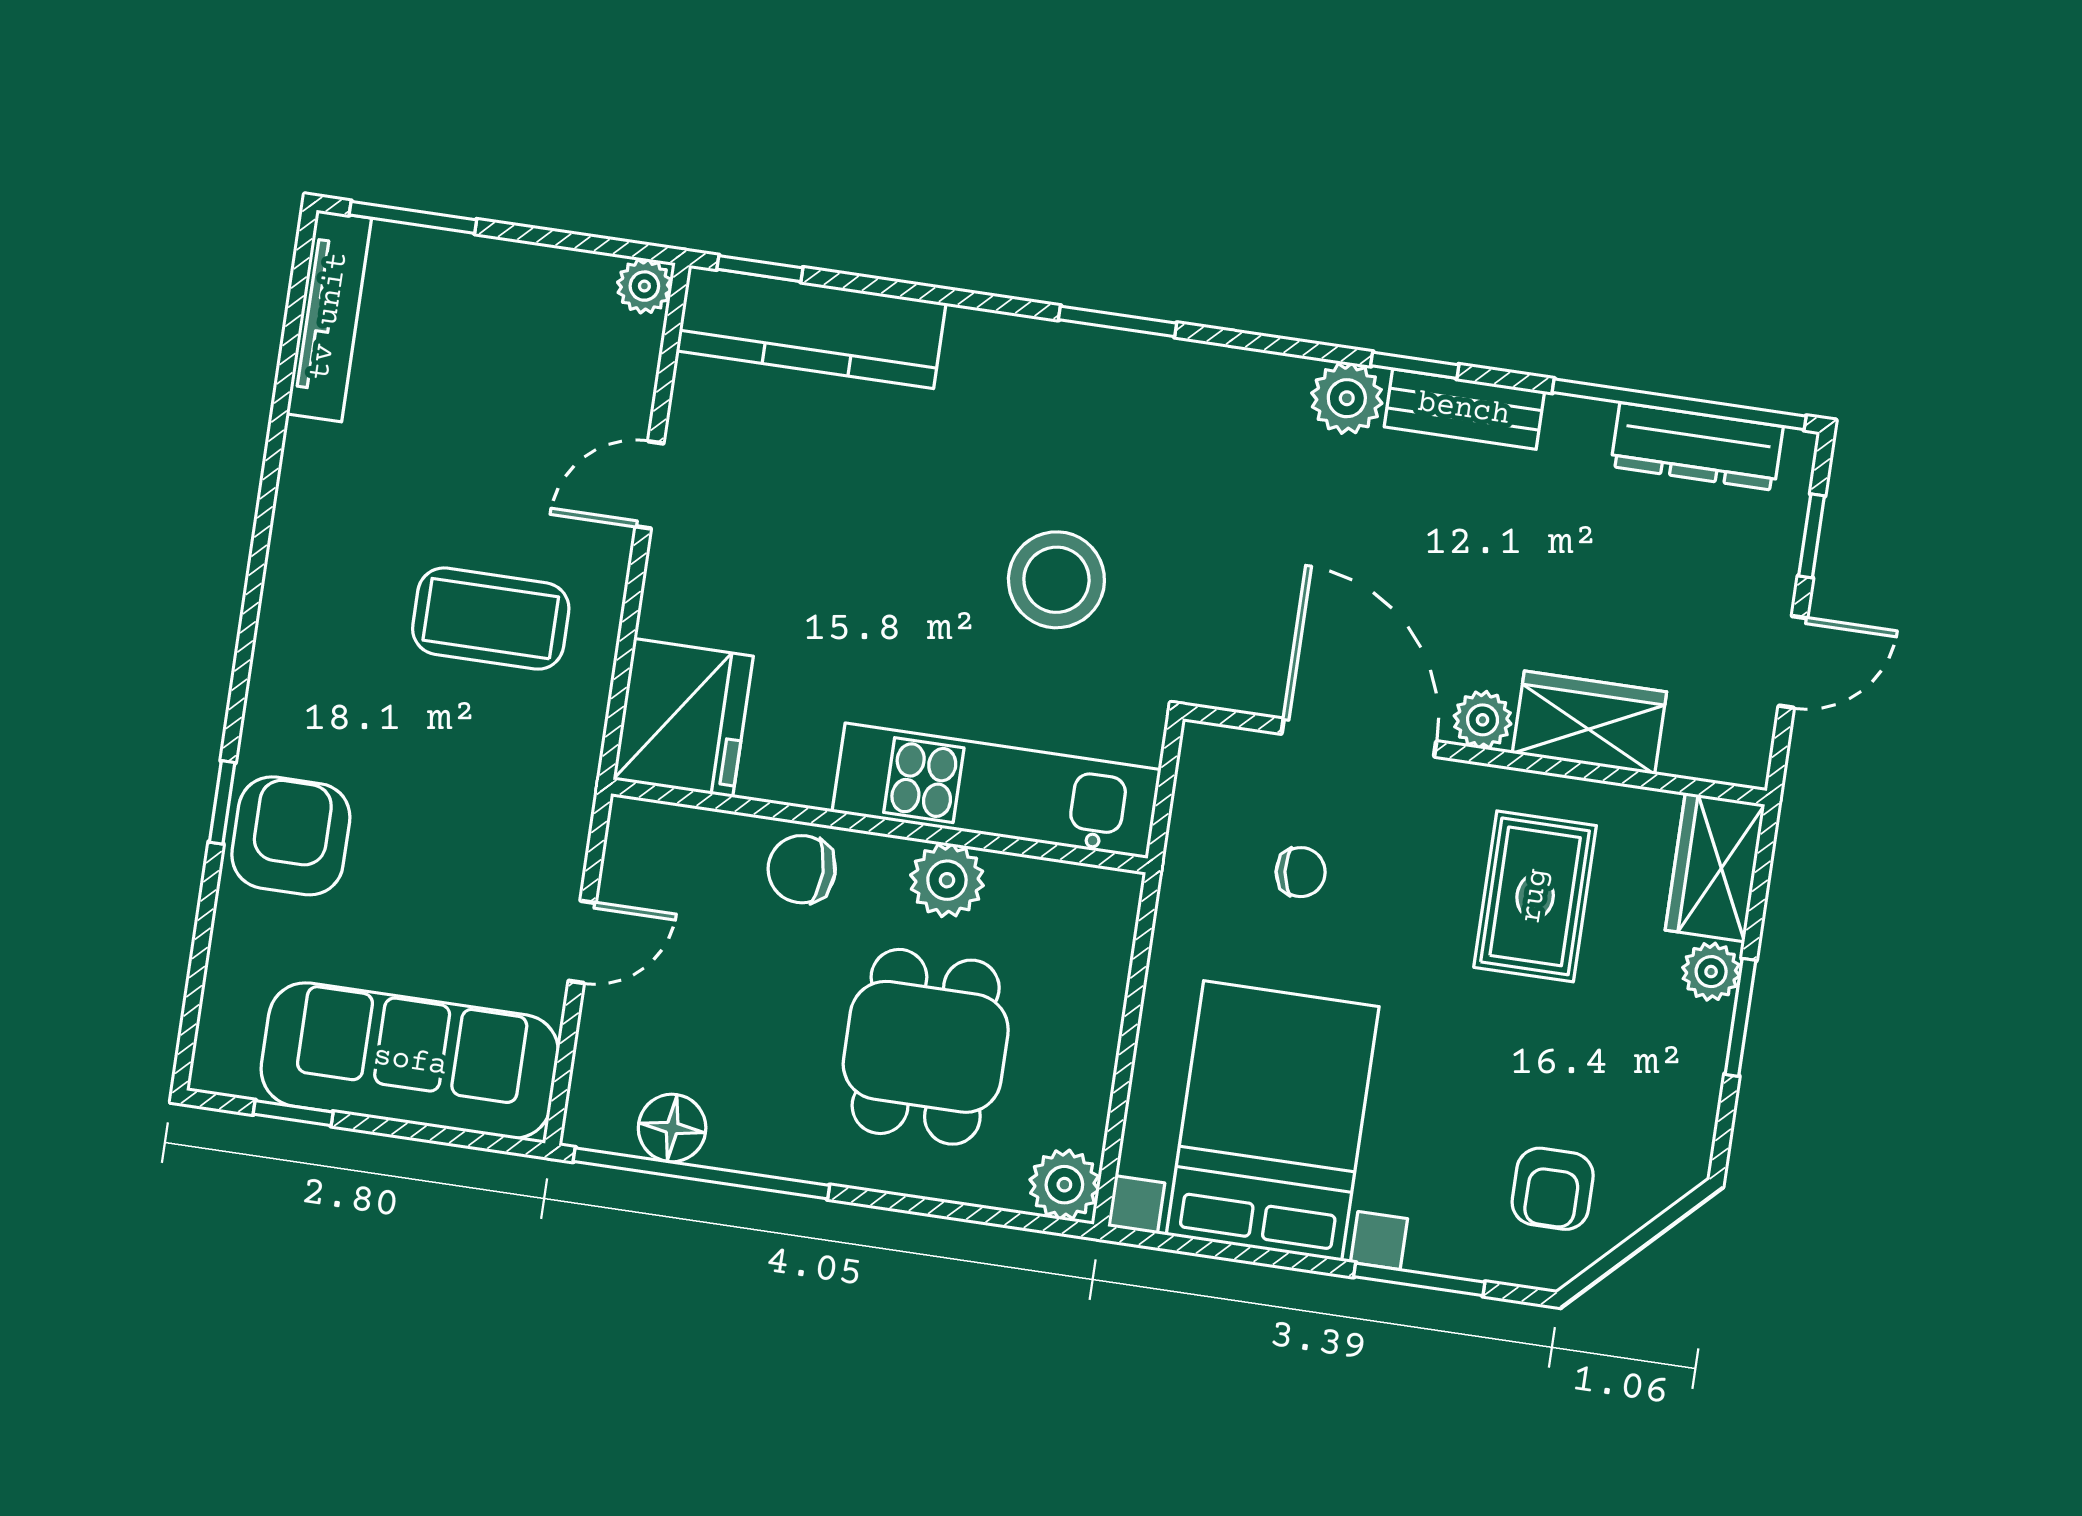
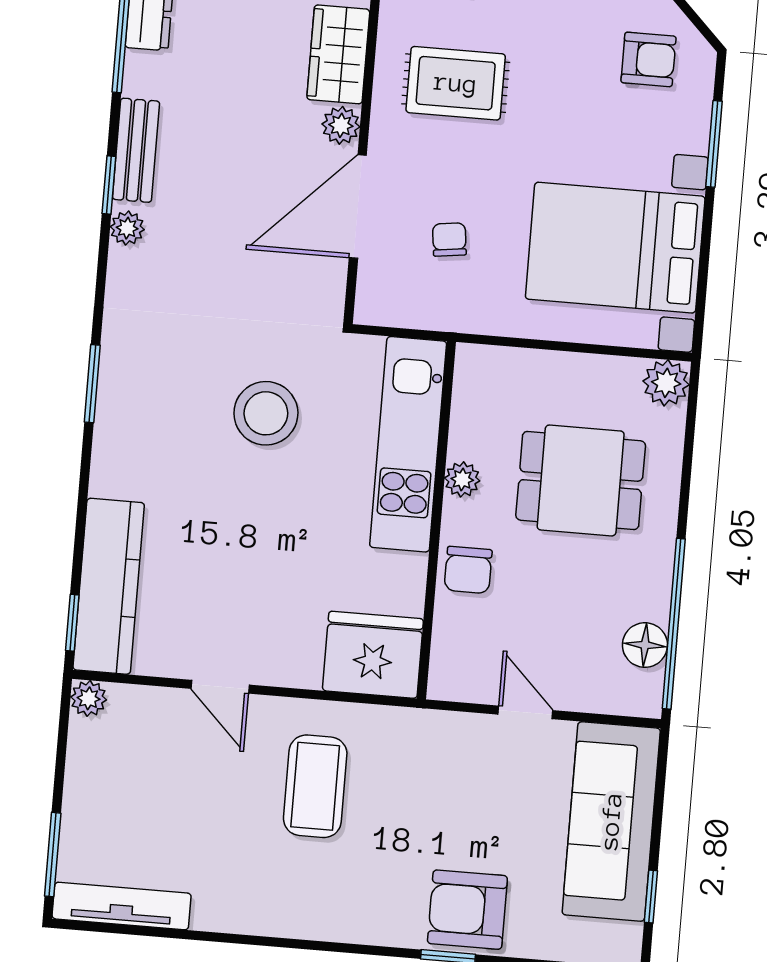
plant: (1347, 398) -> (127, 228), width x0.73, depth x0.73
plant: (947, 880) -> (462, 479), width x0.73, depth x0.73

